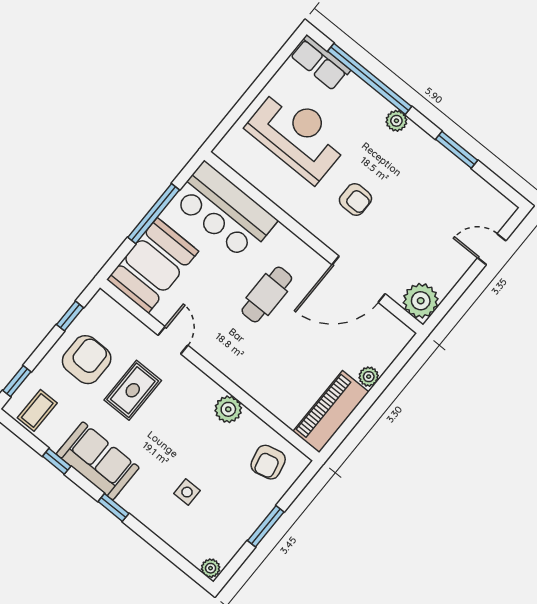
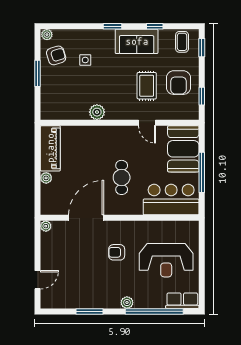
plant: (421, 301) -> (46, 226), width x0.53, depth x0.53
armchair: (268, 462) -> (56, 55), moved, turned 86

